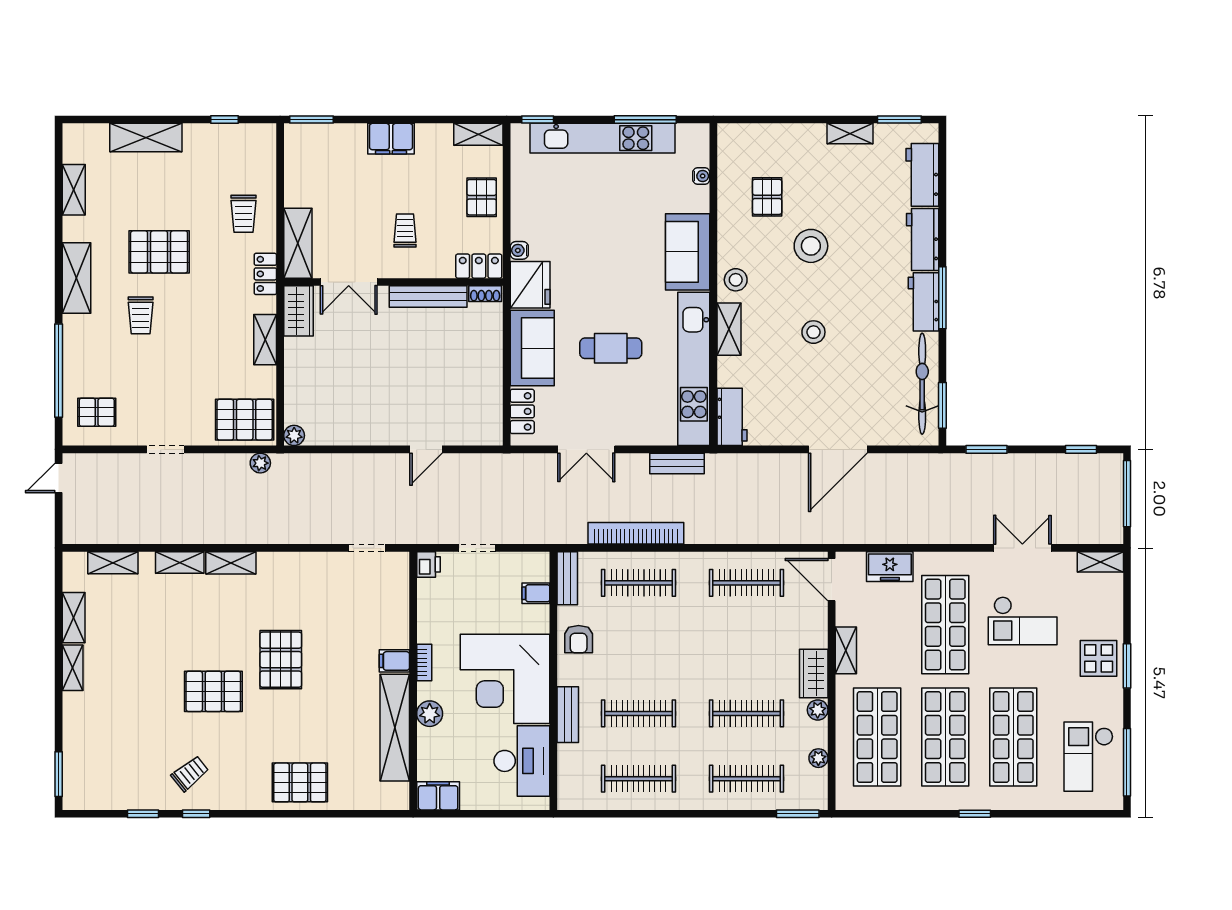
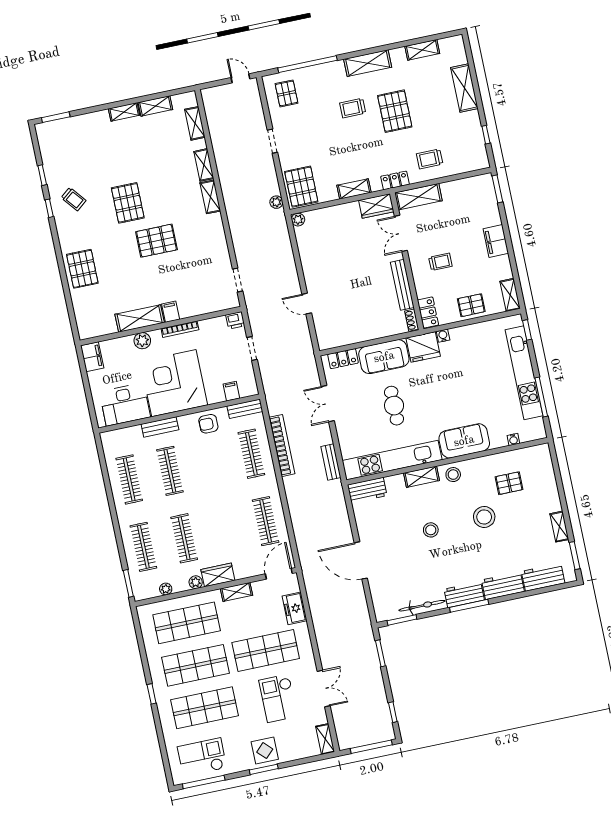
bicycle: (922, 384) -> (422, 606), width x0.73, depth x0.71
bookcase: (424, 663) -> (180, 329), width x1.56
shelving: (395, 728) -> (140, 319), width x0.68

